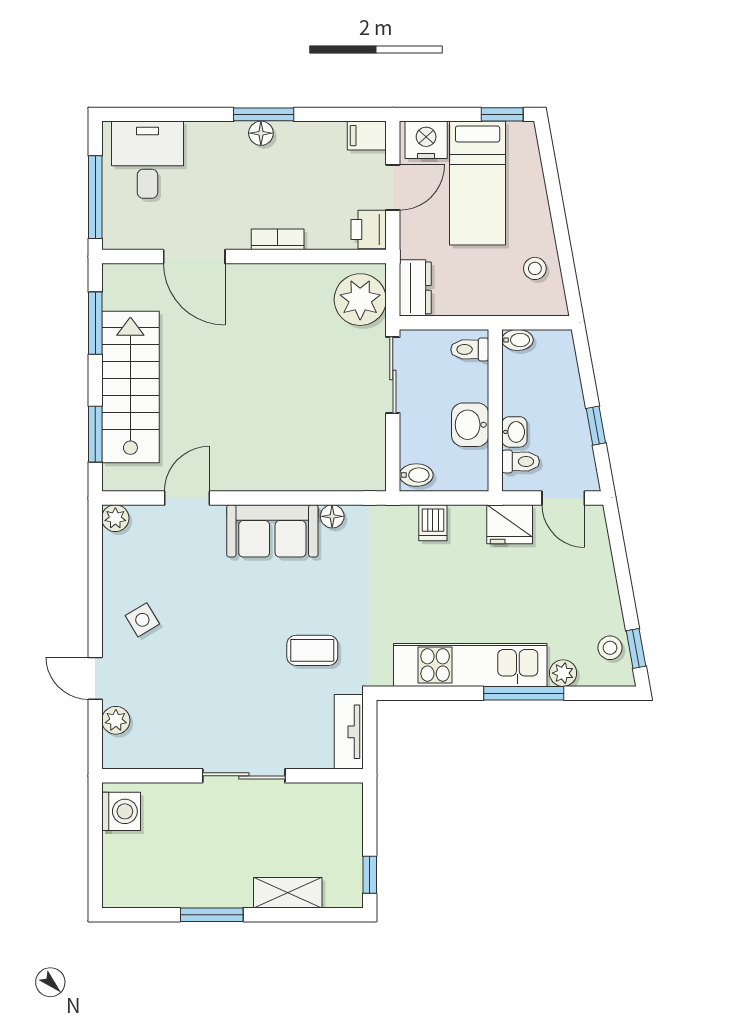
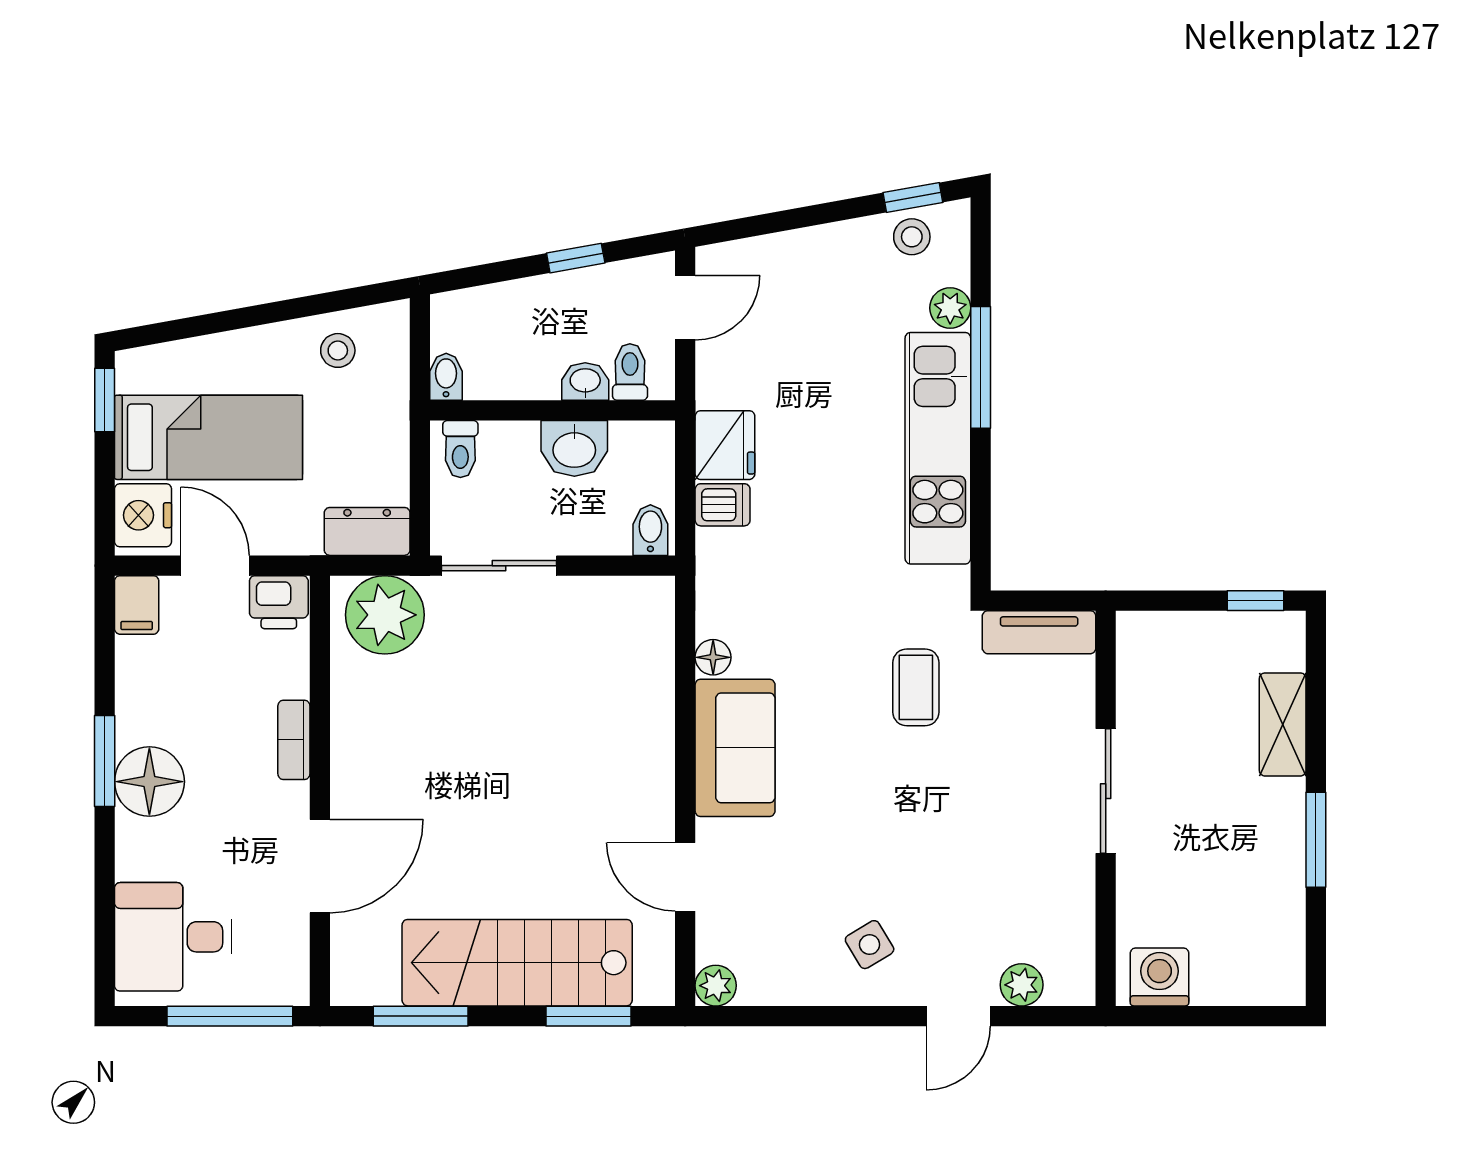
floor lamp: (261, 133) -> (149, 782), width x1.89, depth x1.89
fridge: (510, 524) -> (725, 445), moved

